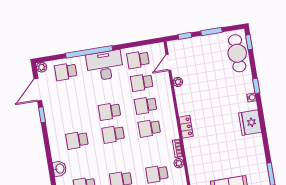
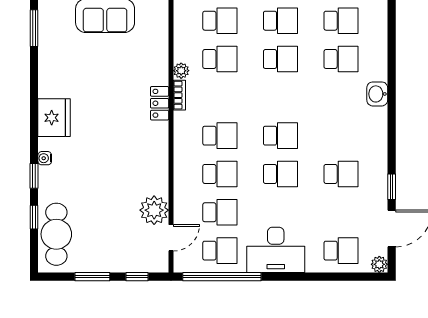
window: (249, 42) -> (34, 217), moved
window: (89, 52) -> (222, 277), moved
plant: (178, 82) -> (154, 210), width x1.88, depth x1.88
locker: (186, 127) -> (160, 103), moved
school desk: (77, 140) -> (341, 174), moved

